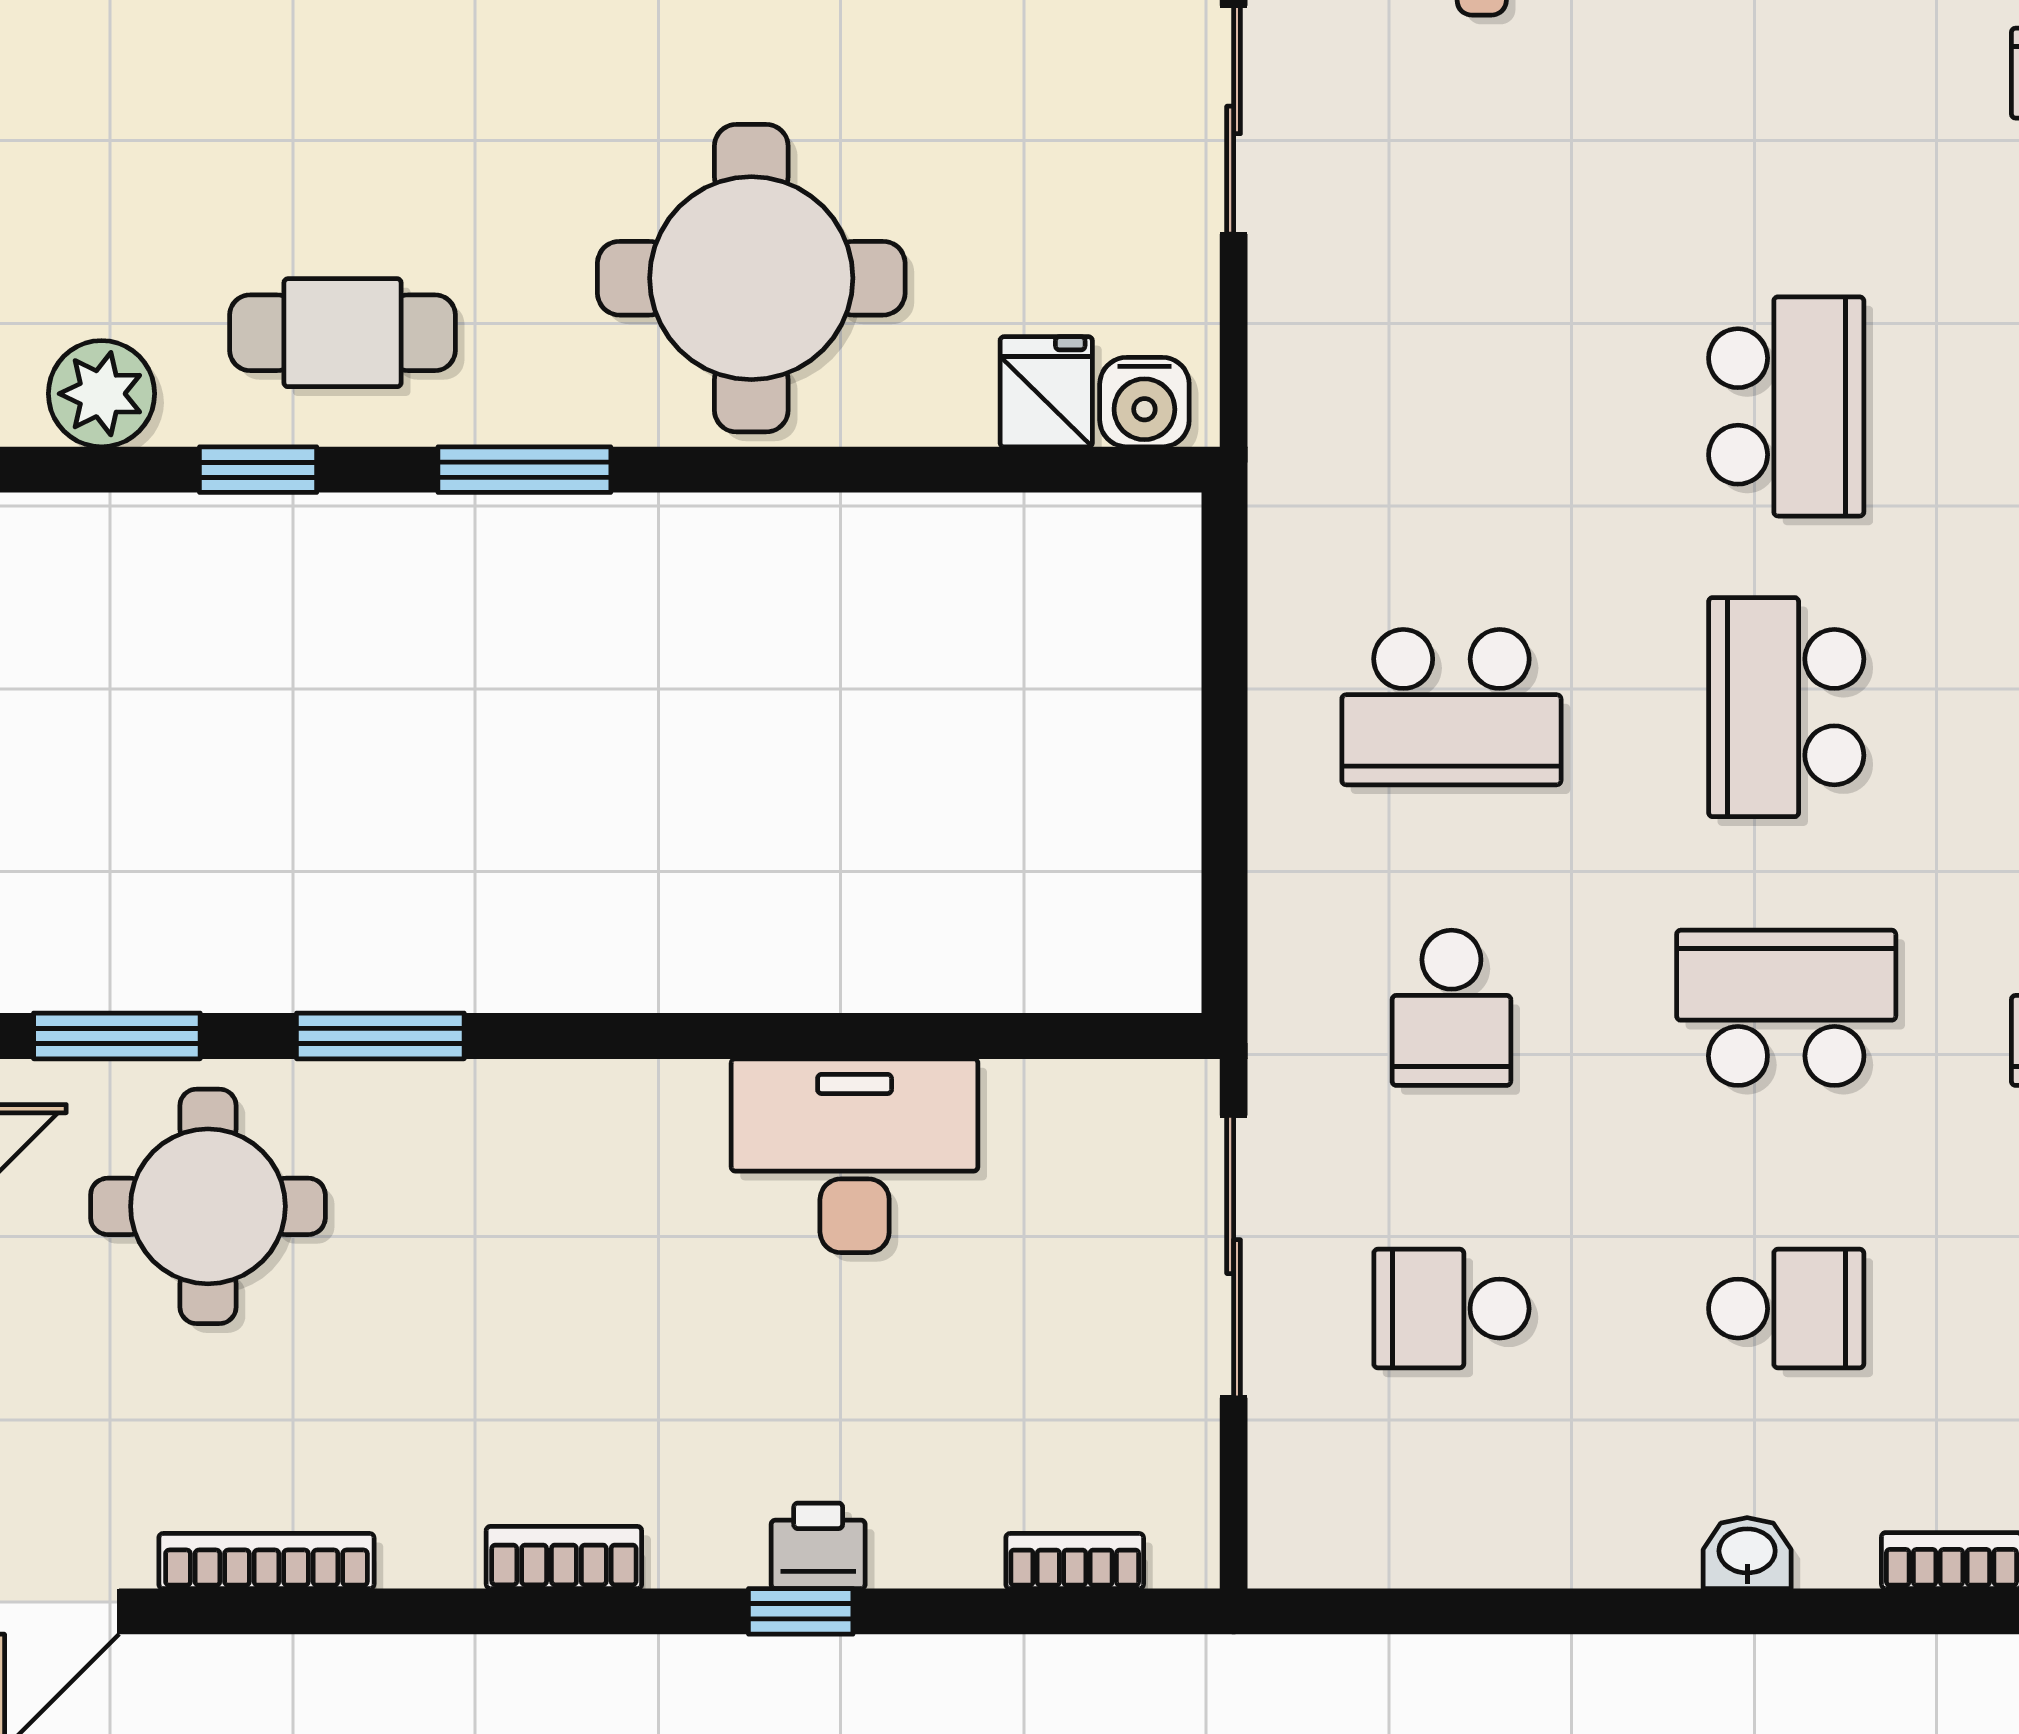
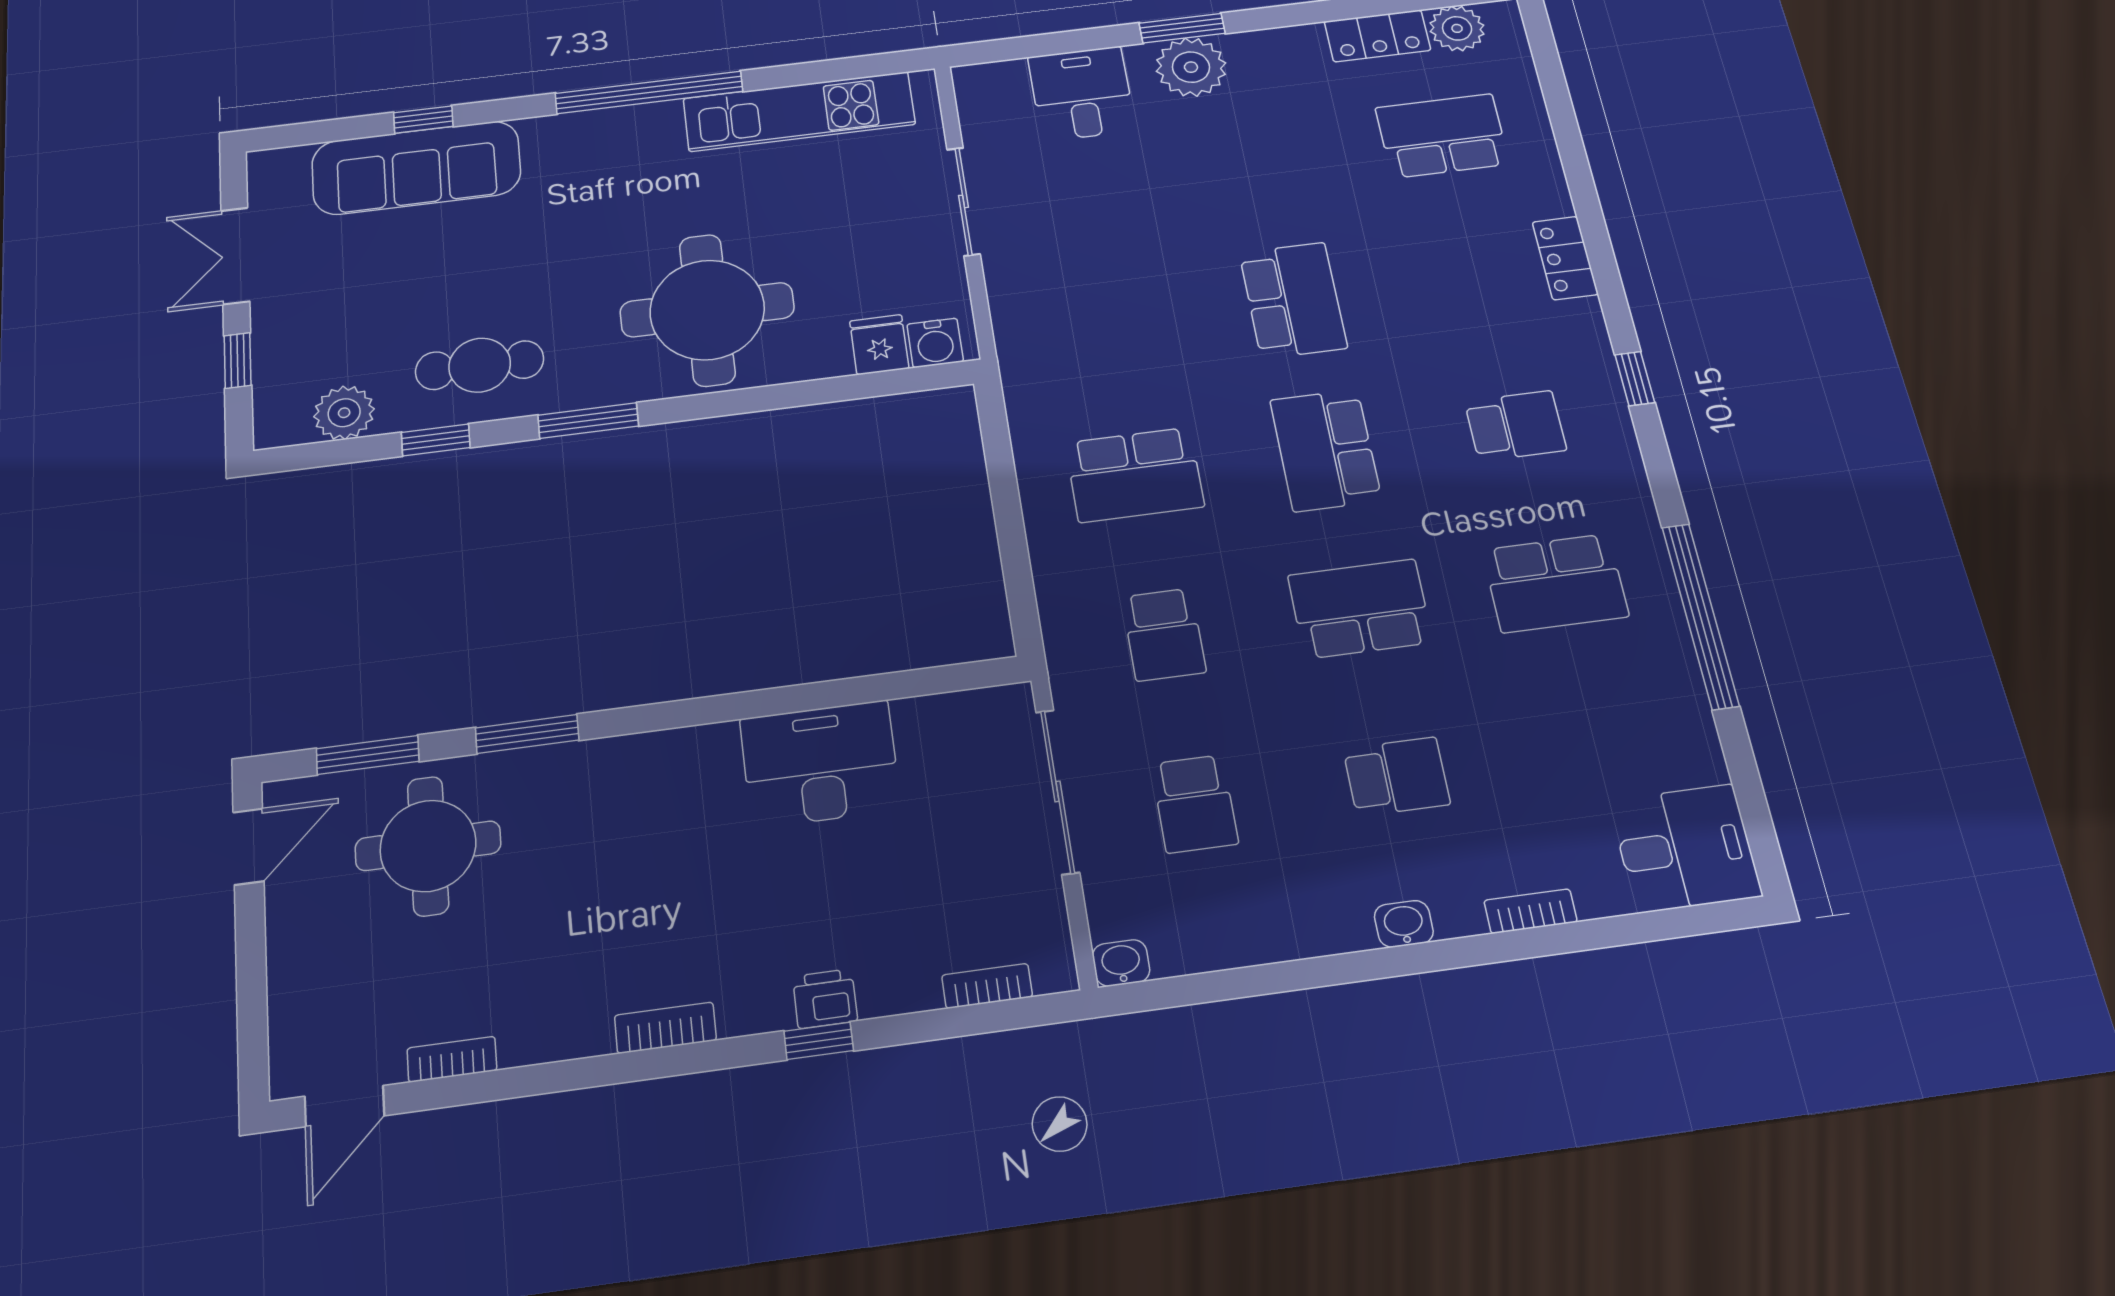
school desk: (1451, 1309) -> (1195, 804), turned -90
washbasin: (1290, 1554) -> (1121, 963), added
bookcase: (266, 1561) -> (452, 1059), width x0.64

